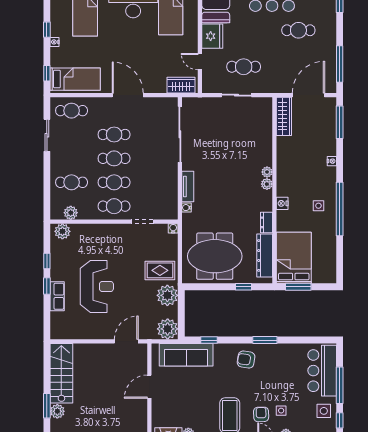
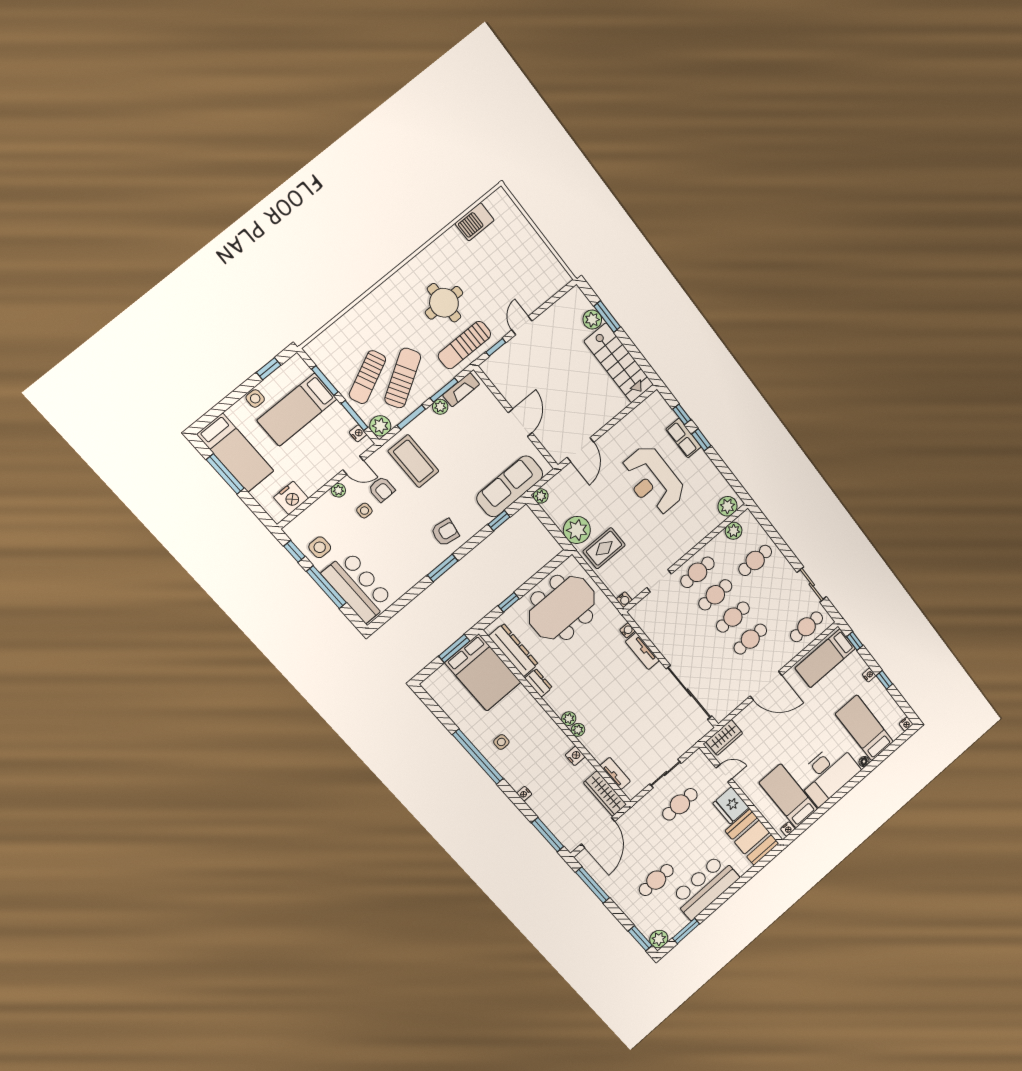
tv unit: (267, 124) -> (615, 773), added
nightstand: (282, 203) -> (575, 756), moved
window: (47, 261) -> (682, 414), moved
plant: (168, 329) -> (541, 496), width x0.53, depth x0.53

